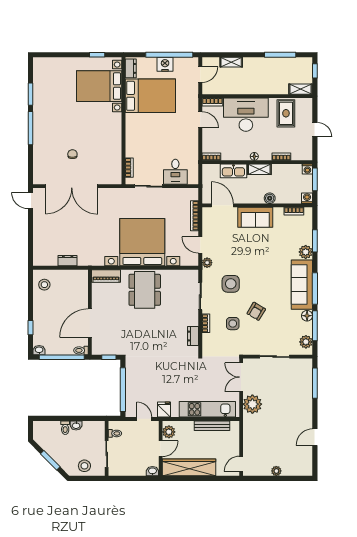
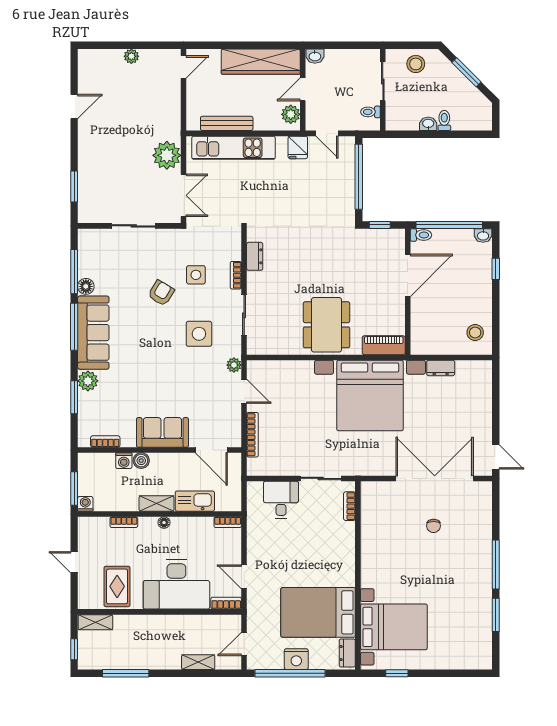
washing machine: (307, 198) -> (124, 461), moved
bed with nightstands: (142, 242) -> (370, 396), moved
plant: (306, 342) -> (87, 248), removed
window: (315, 383) -> (74, 186), width x0.69

